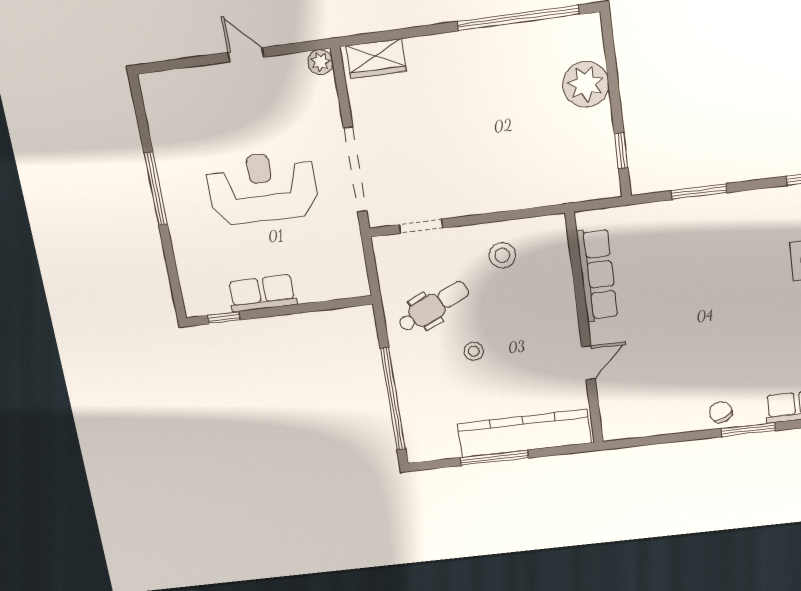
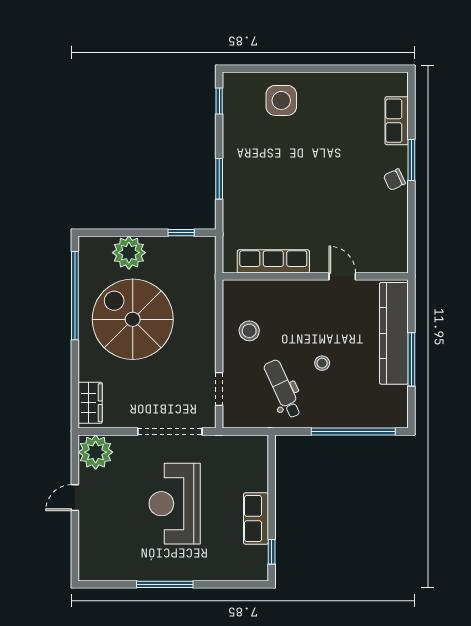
plant: (320, 62) -> (96, 452), width x1.88, depth x1.88
spiral stairs: (497, 101) -> (133, 319), added

